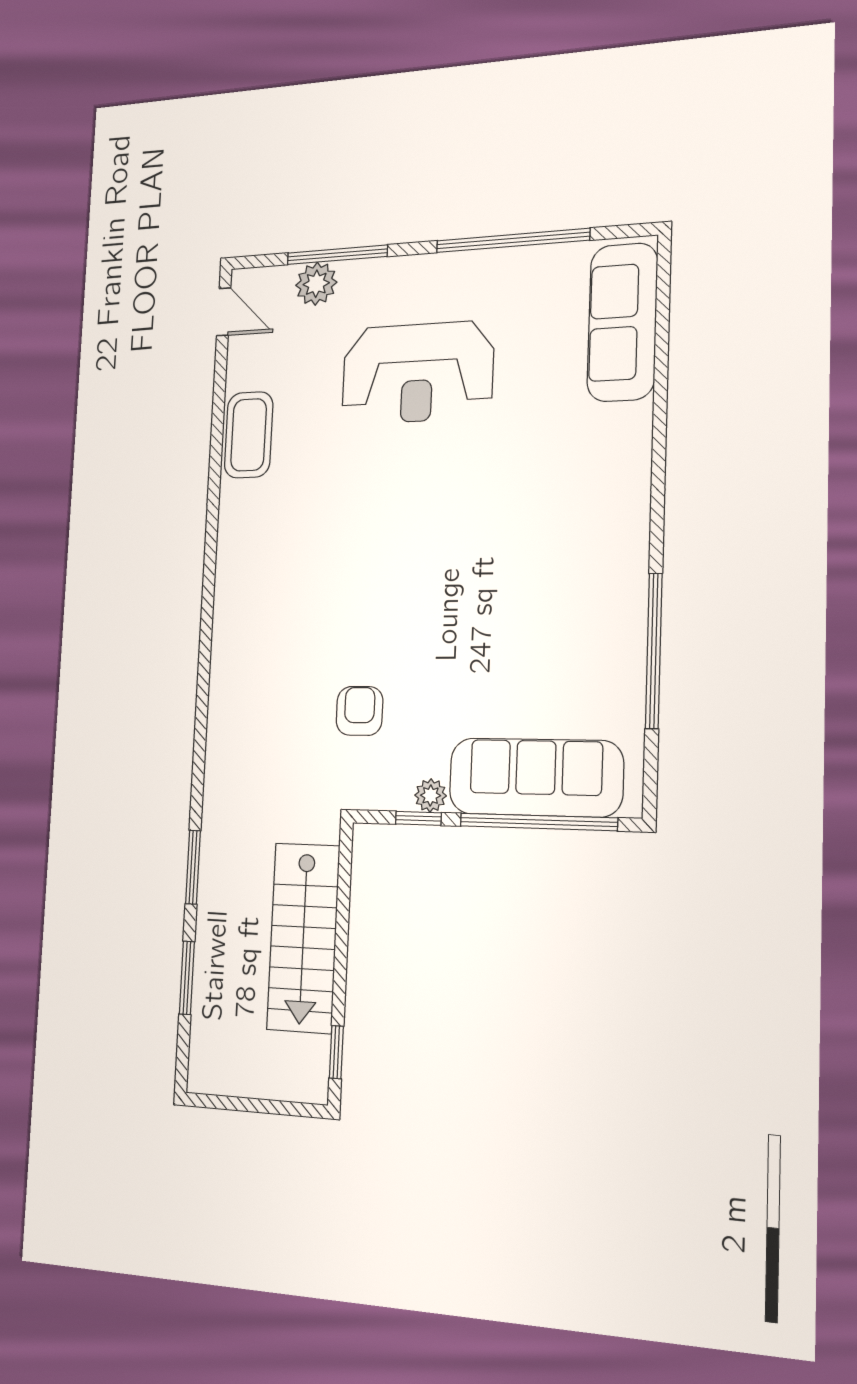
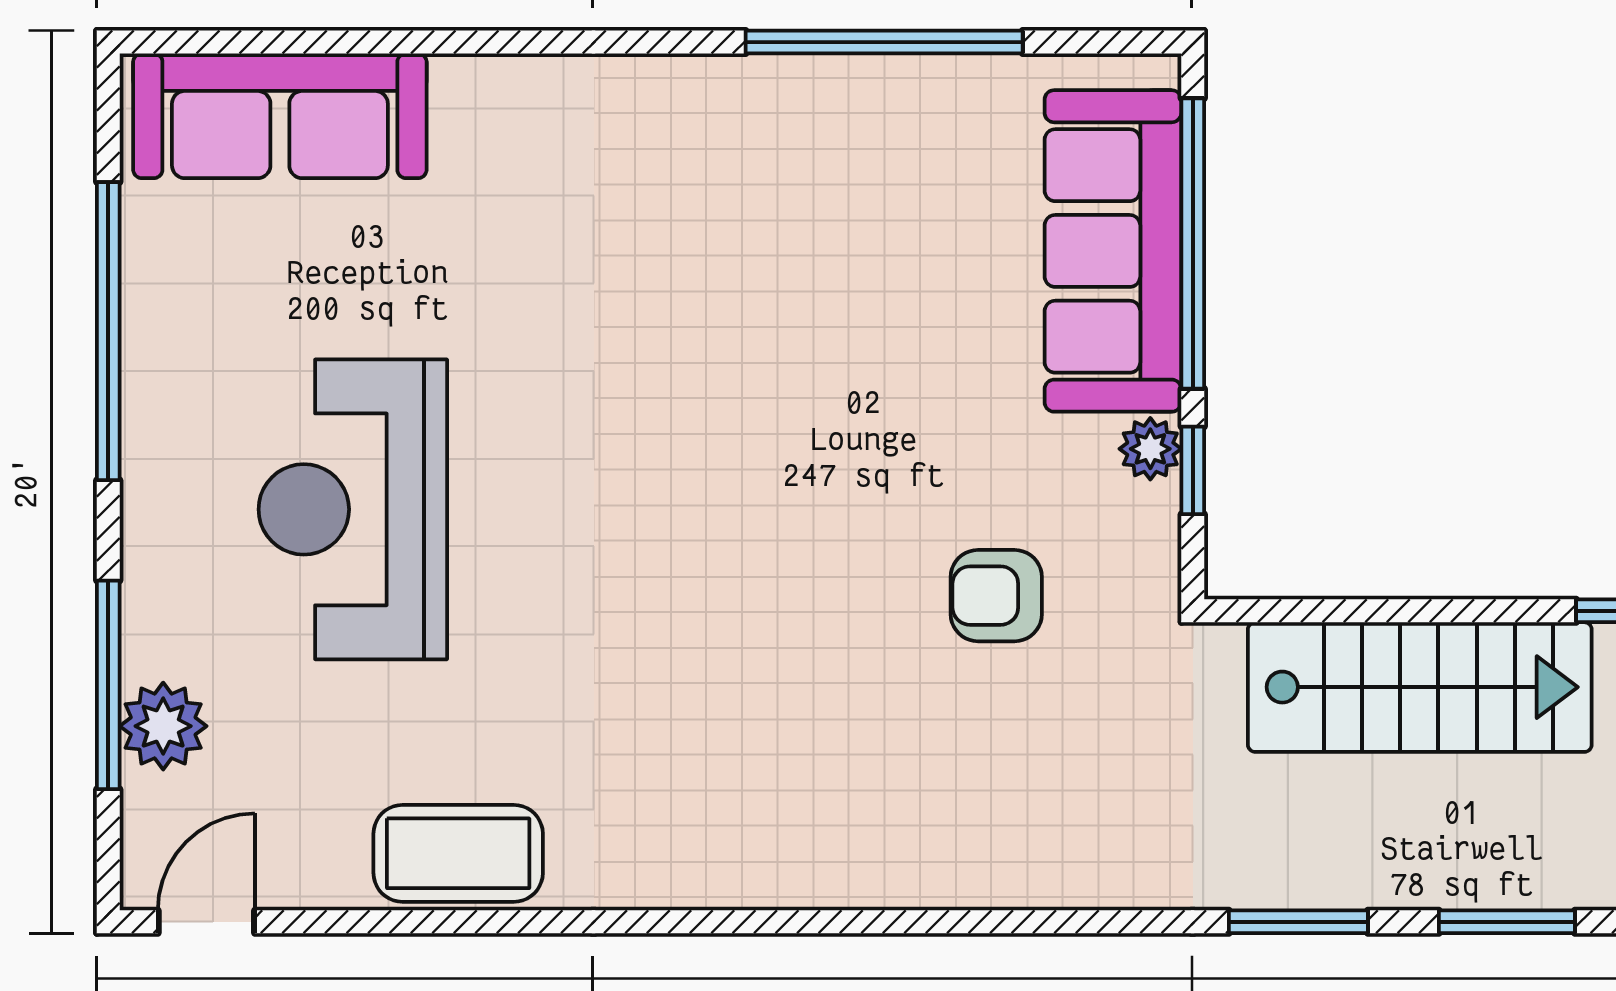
reception desk: (417, 373) -> (353, 509), turned 180

